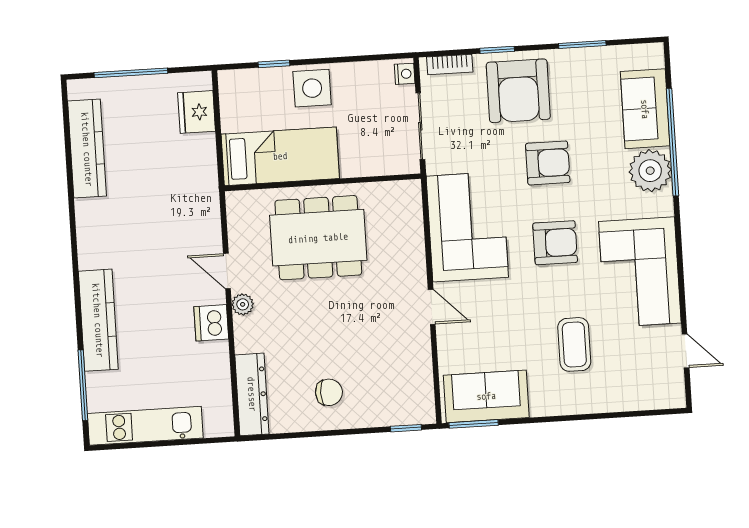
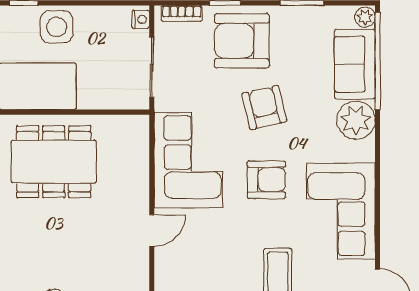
plant: (653, 56) -> (365, 17), added
armchair: (518, 91) -> (242, 41), turned 90
window: (672, 142) -> (378, 61), moved
armchair: (548, 163) -> (264, 107), turned -103
door: (432, 307) -> (152, 230), hinge flipped

